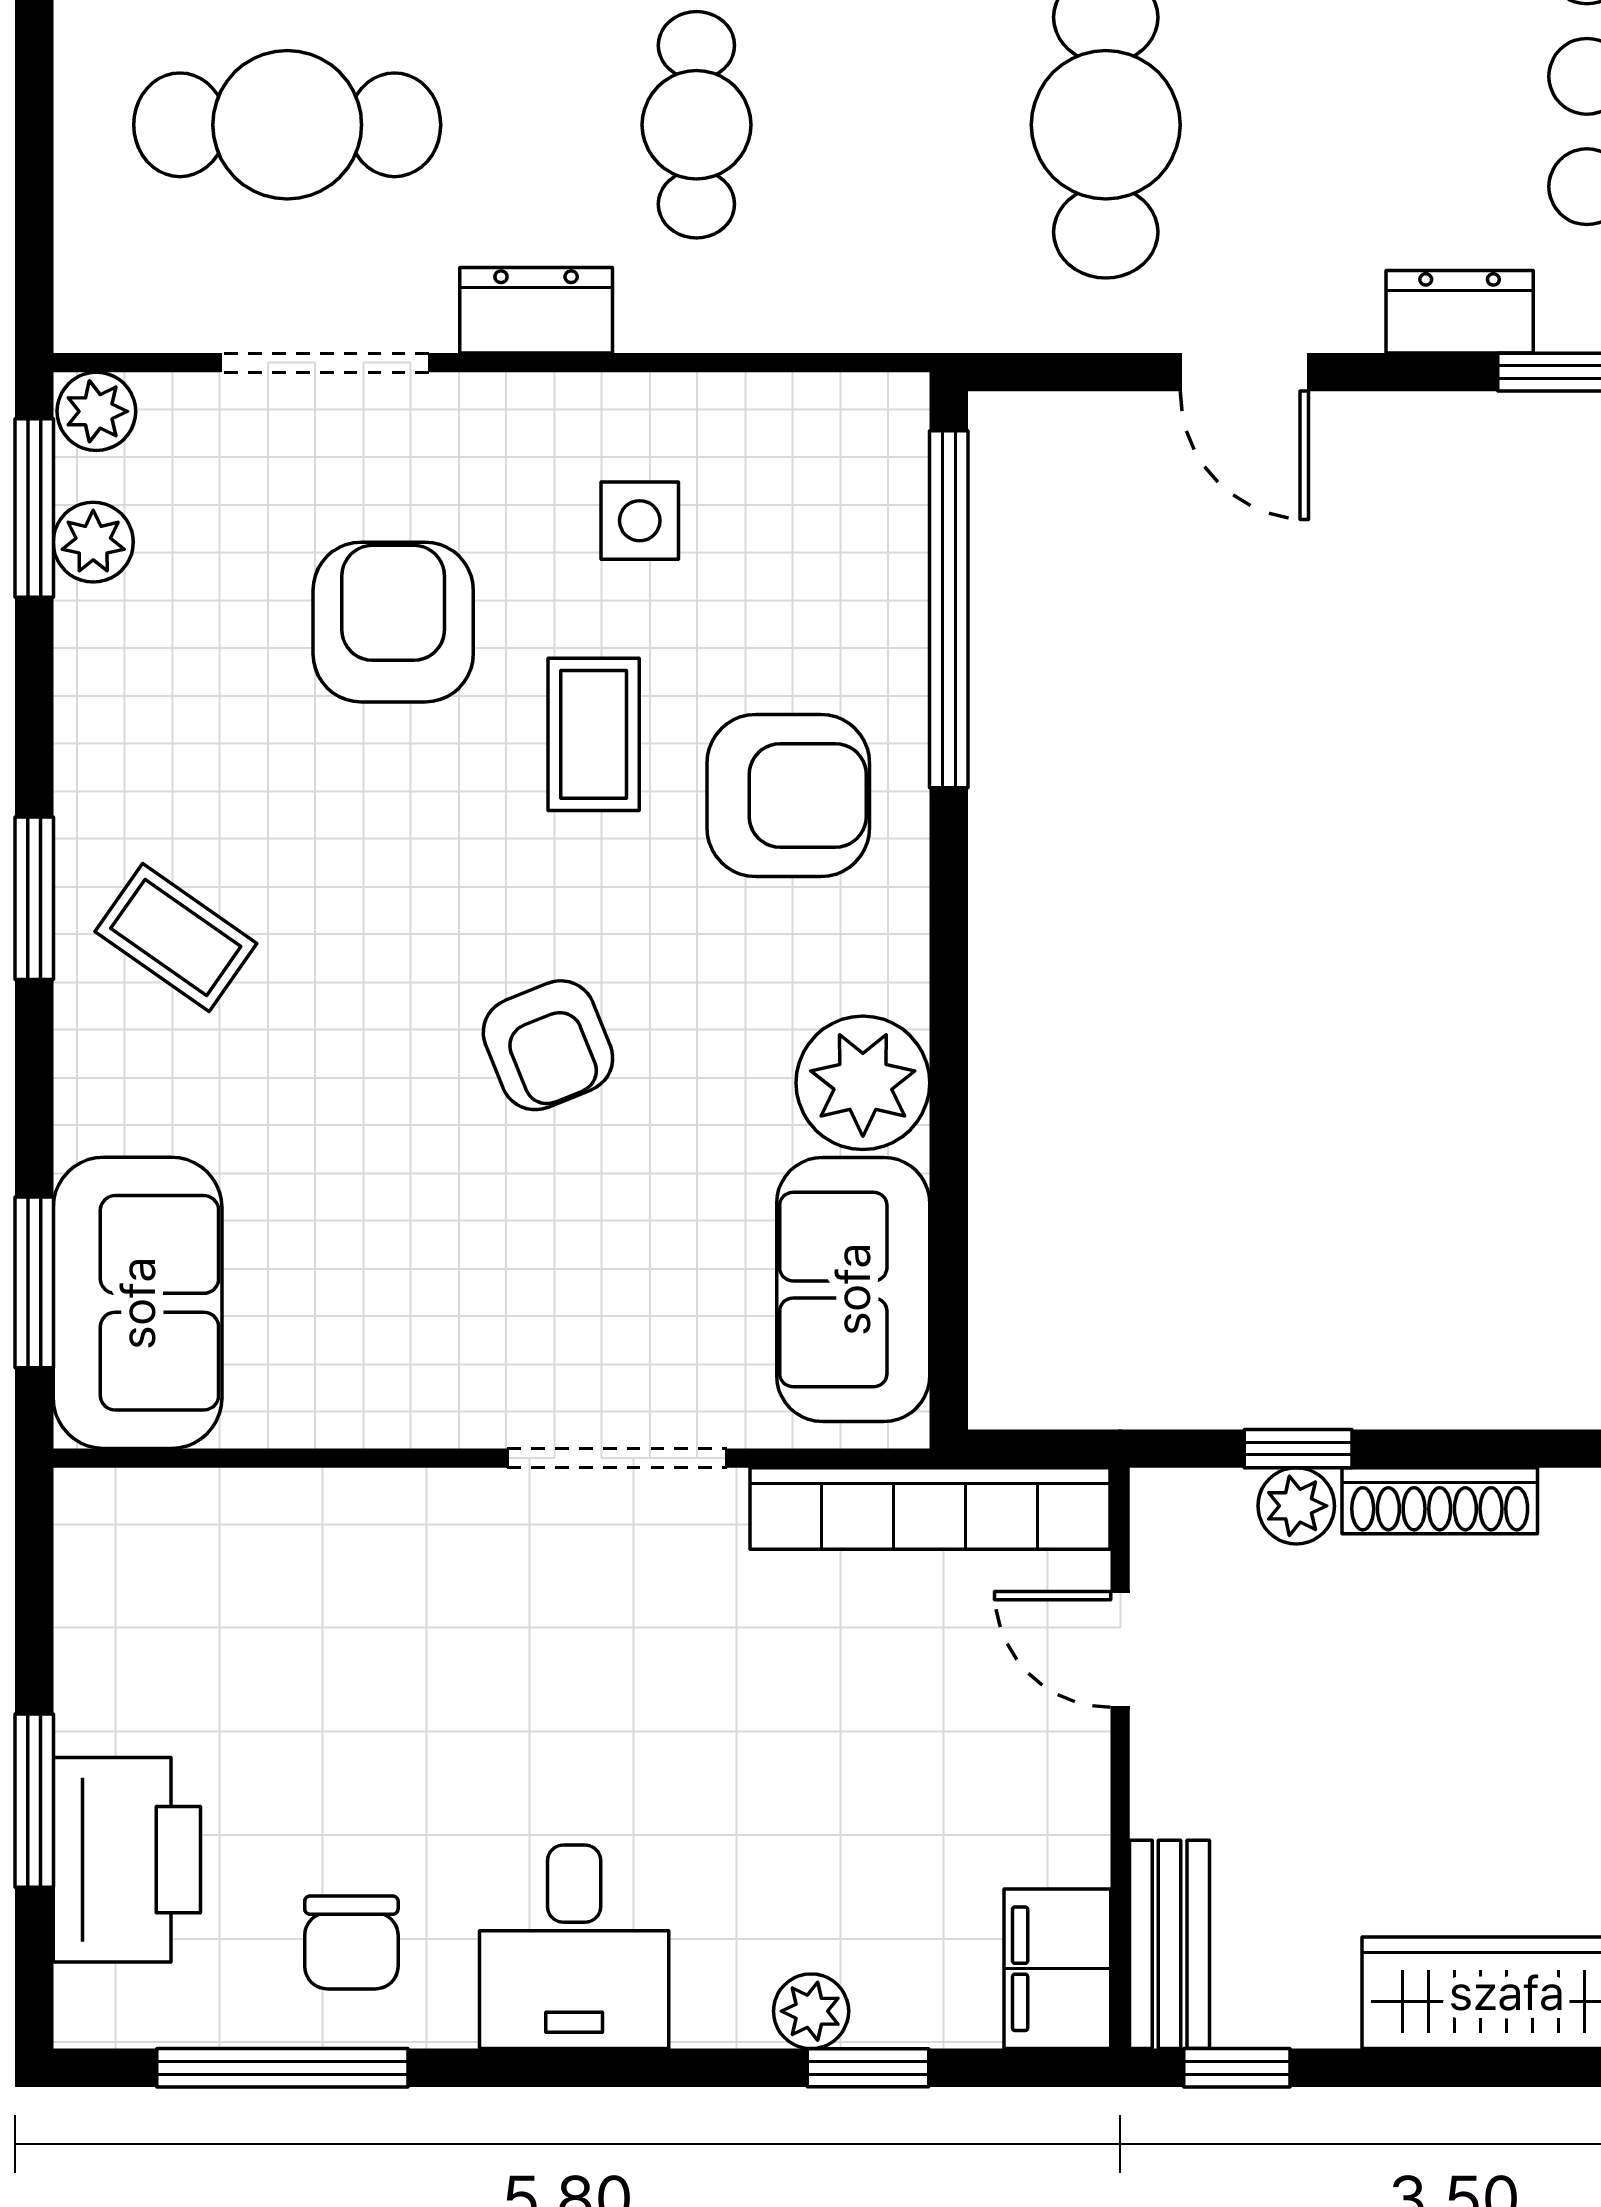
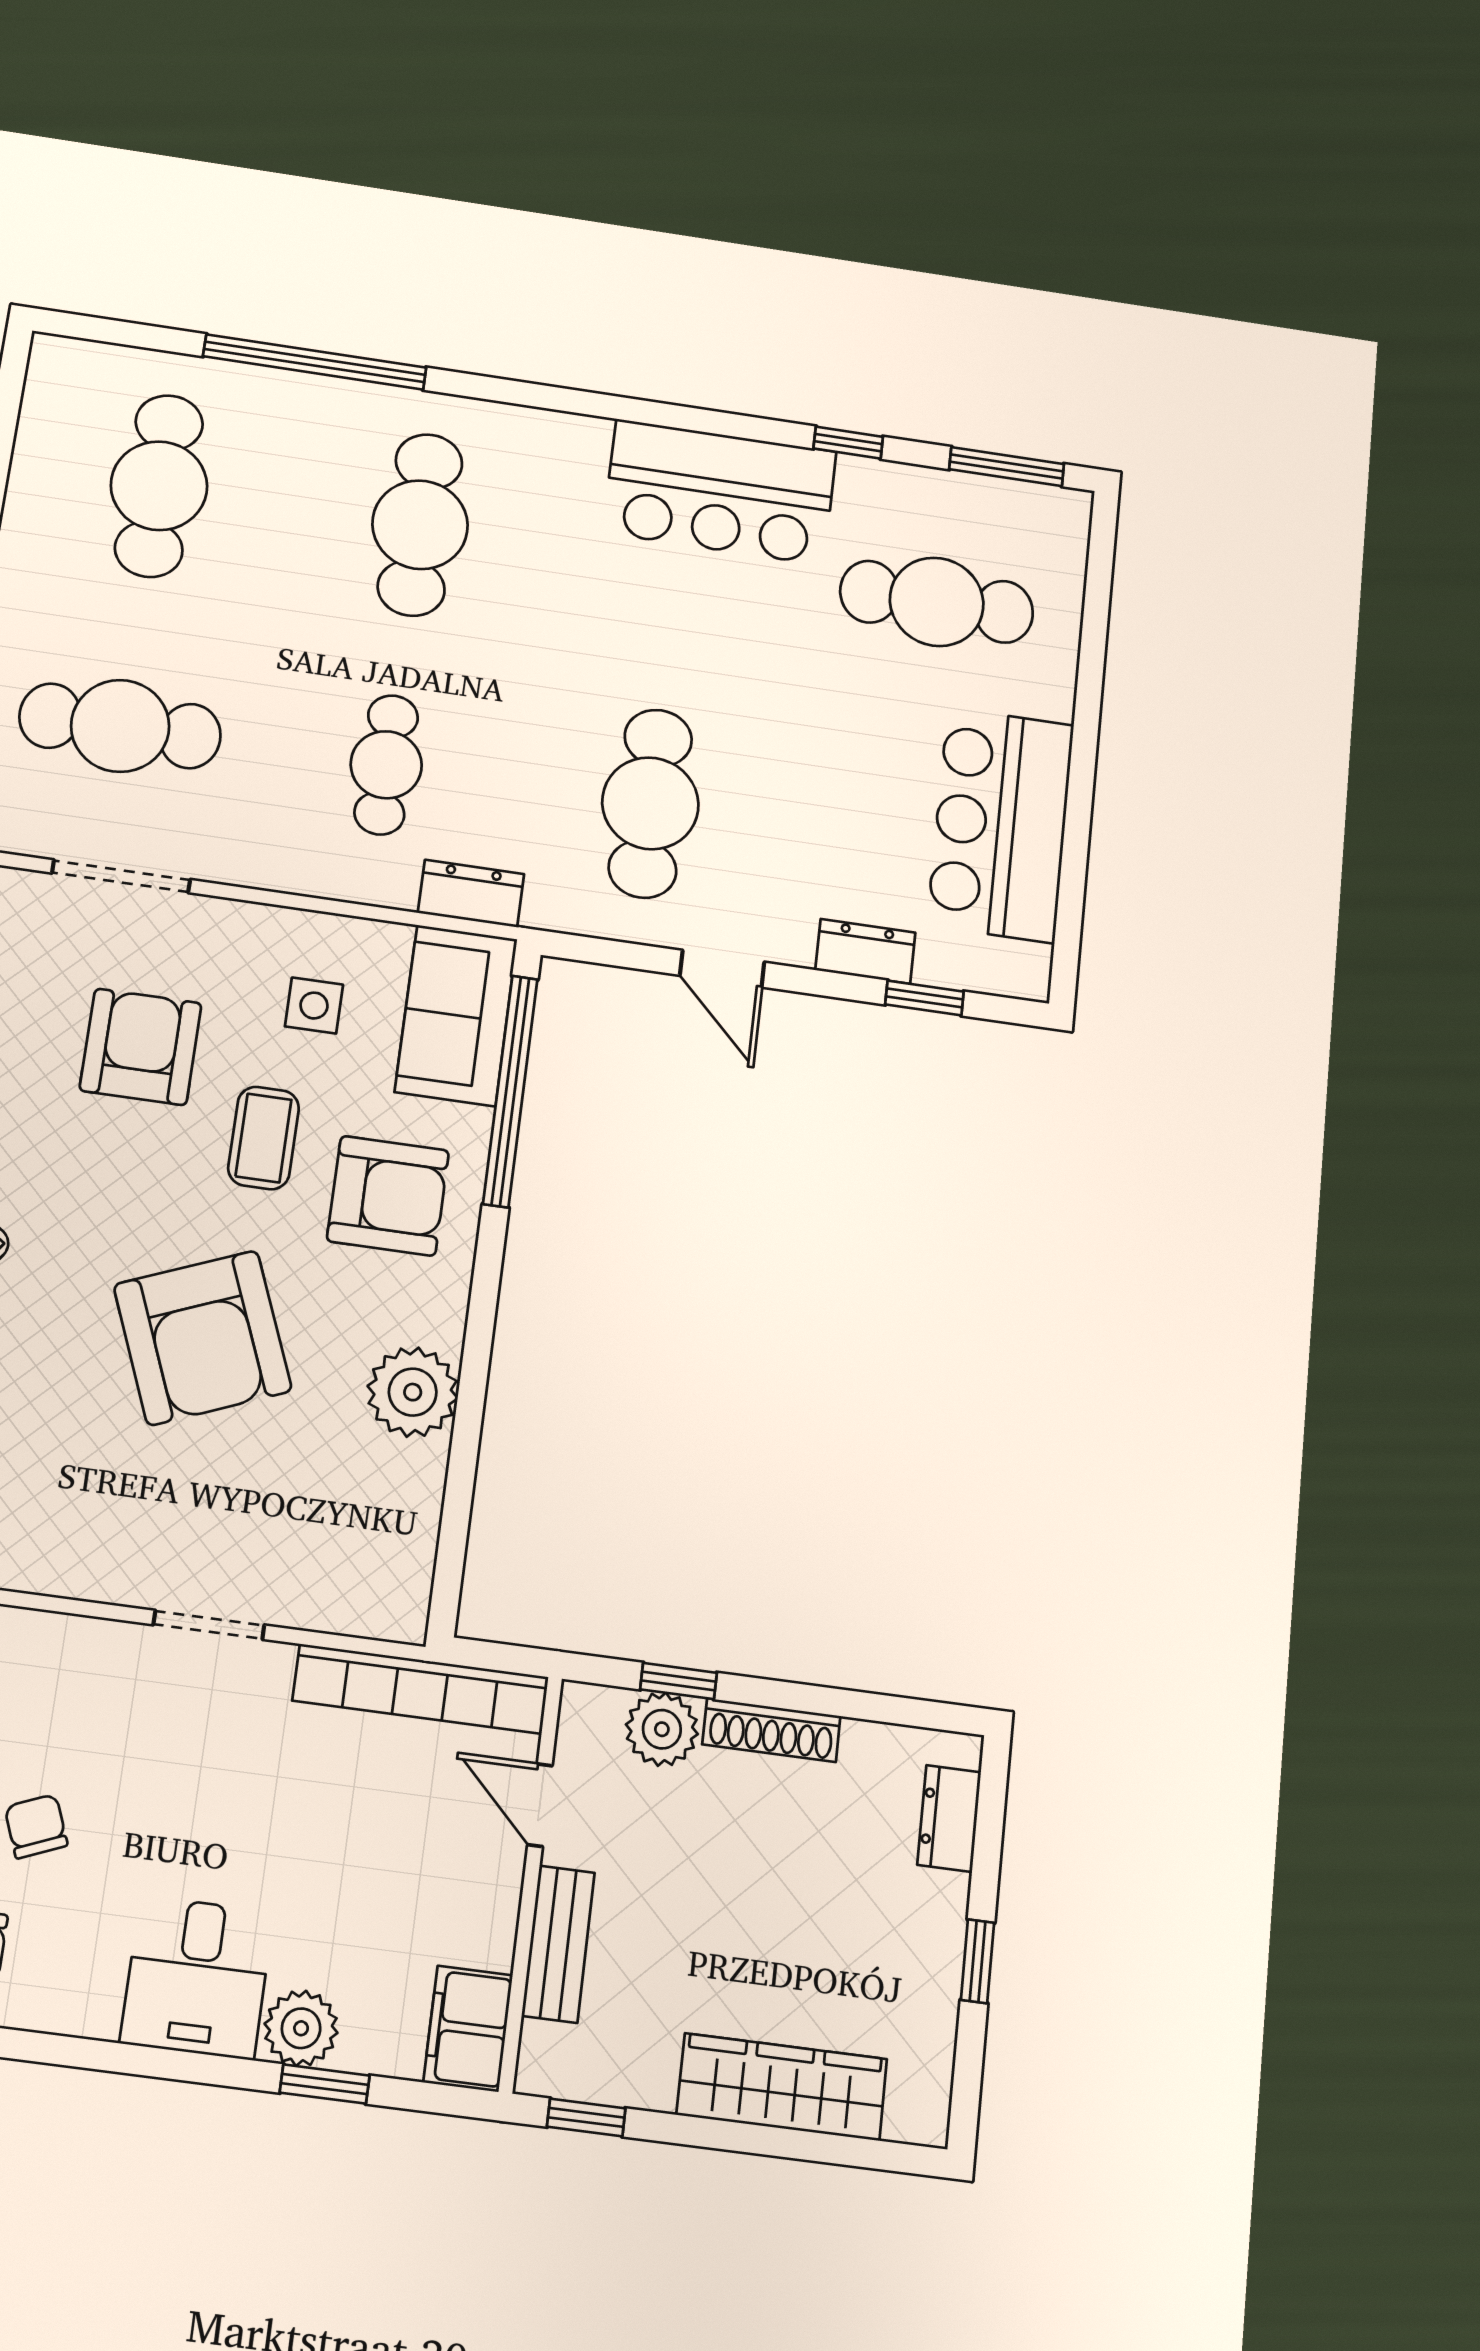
dresser: (536, 310) -> (471, 893), moved
armchair: (548, 1045) -> (203, 1338), width x1.88, depth x1.88
sofa: (853, 1289) -> (456, 1015), moved
doorway: (617, 1458) -> (209, 1625), width x0.73
plant: (1296, 1506) -> (662, 1729), width x1.38, depth x1.38
chair: (417, 1770) -> (36, 1826), added
bench: (1170, 1944) -> (558, 1944), moved
desk: (574, 1947) -> (197, 1977), moved
plant: (811, 2011) -> (301, 2028), width x1.38, depth x1.38

